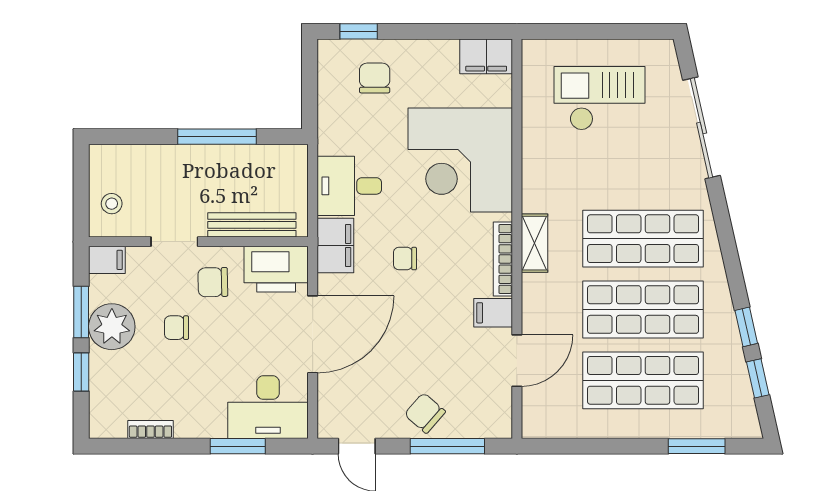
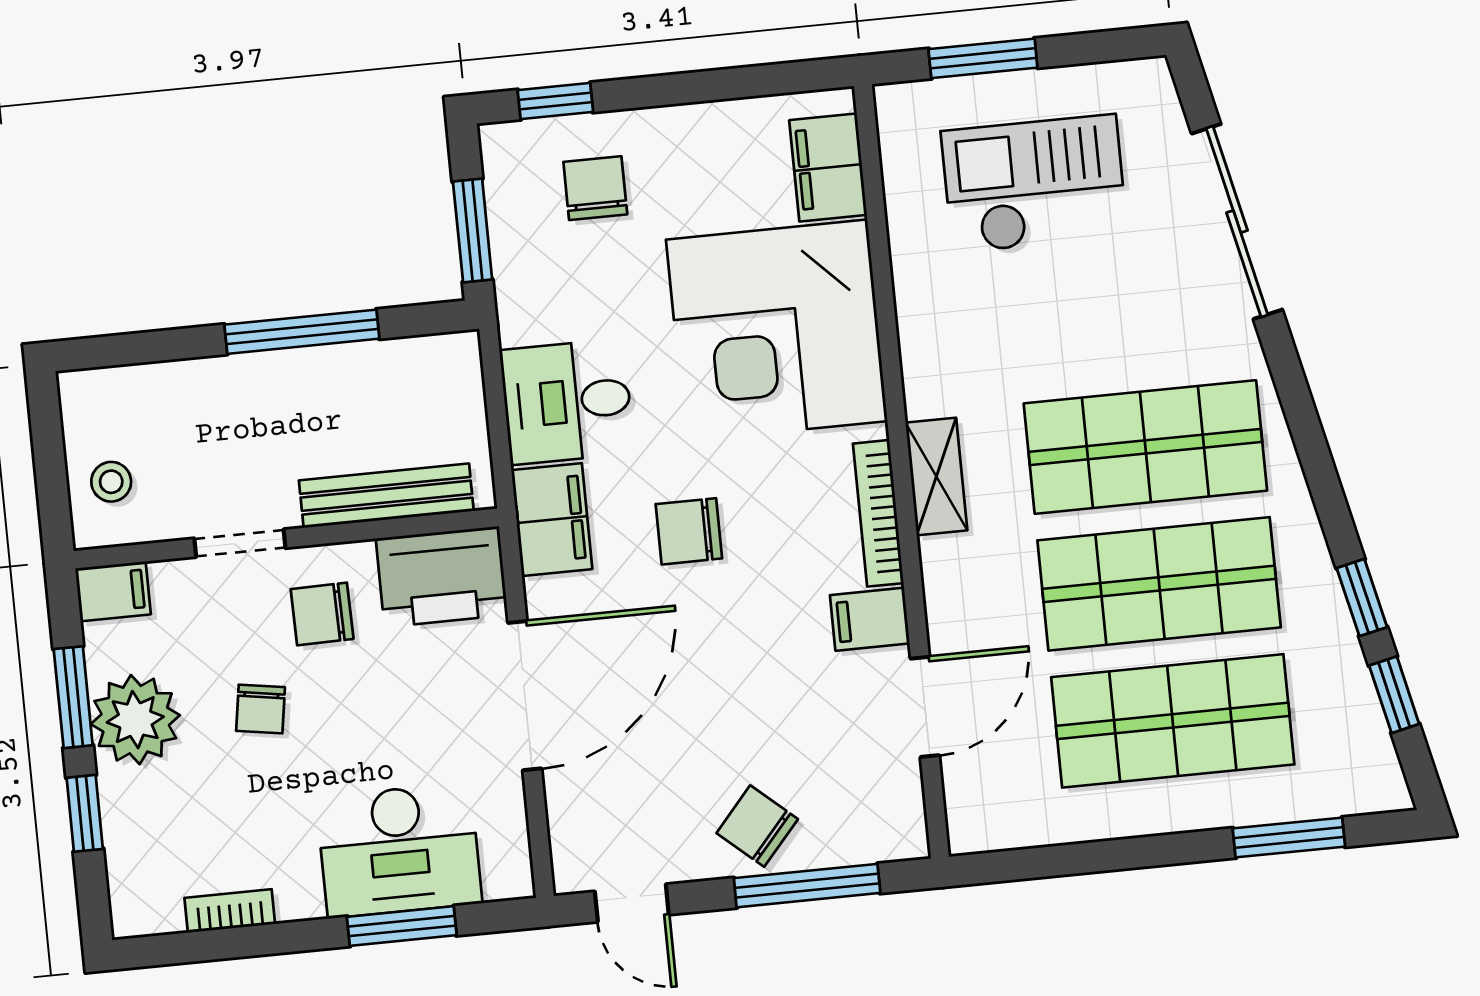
window: (580, 31) -> (983, 58), added
filing cabinet: (486, 56) -> (828, 167), moved, turned 90
window: (310, 93) -> (473, 231), added
chair: (405, 259) -> (689, 531), width x1.37, depth x1.37
chair: (176, 328) -> (260, 709), turned -81
desk: (268, 407) -> (399, 850), moved

